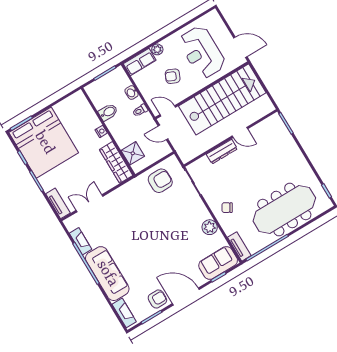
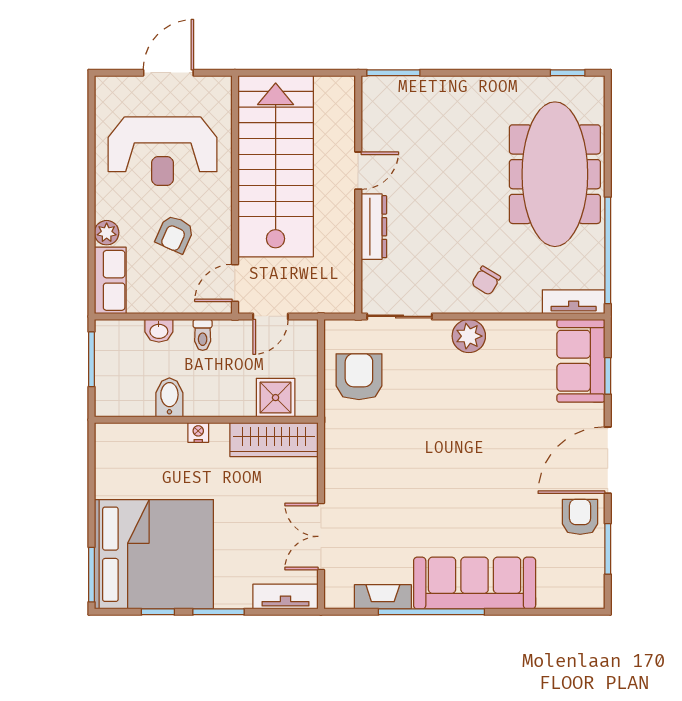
door: (240, 47) -> (168, 73), moved
plant: (210, 227) -> (469, 336), moved
fireplace: (124, 313) -> (569, 596), removed

